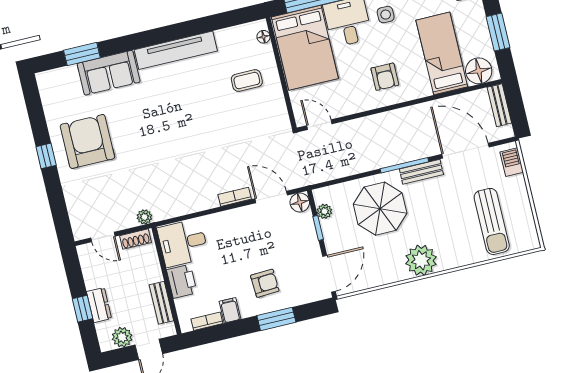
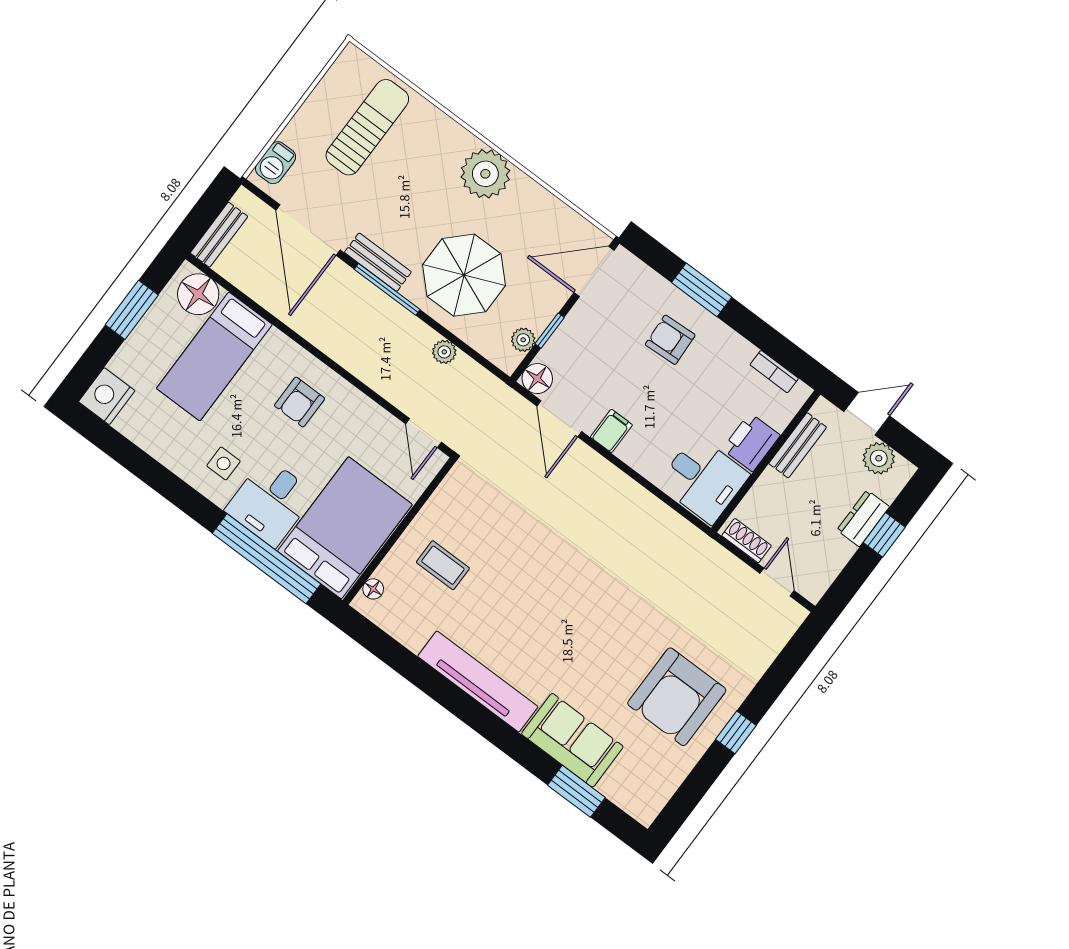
armchair: (385, 77) -> (300, 402), turned 180
bookcase: (235, 197) -> (596, 463), removed
plant: (144, 217) -> (444, 352), moved
filing cabinet: (230, 310) -> (611, 431), moved, turned 180

